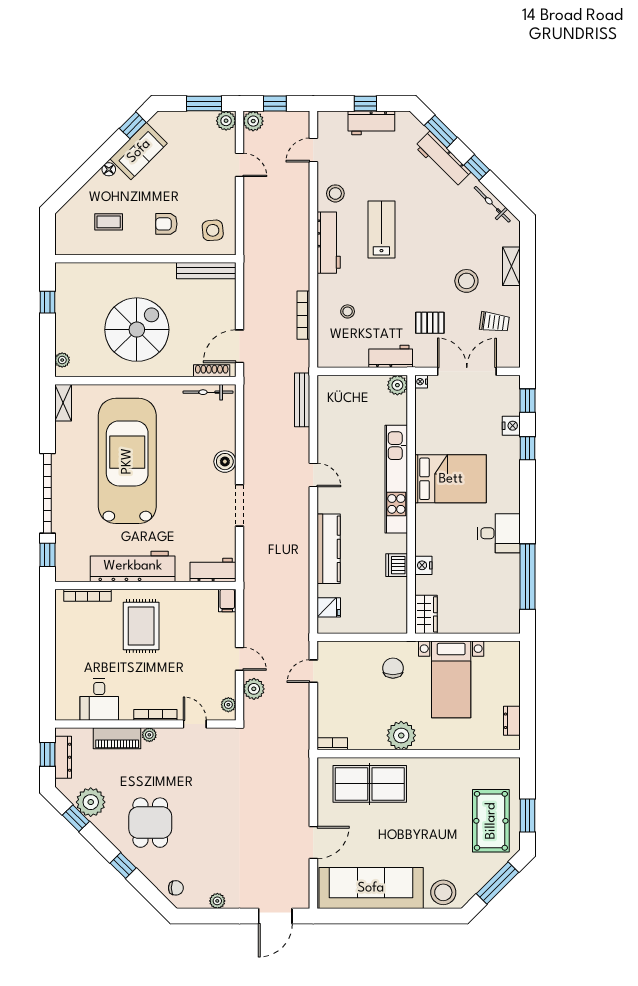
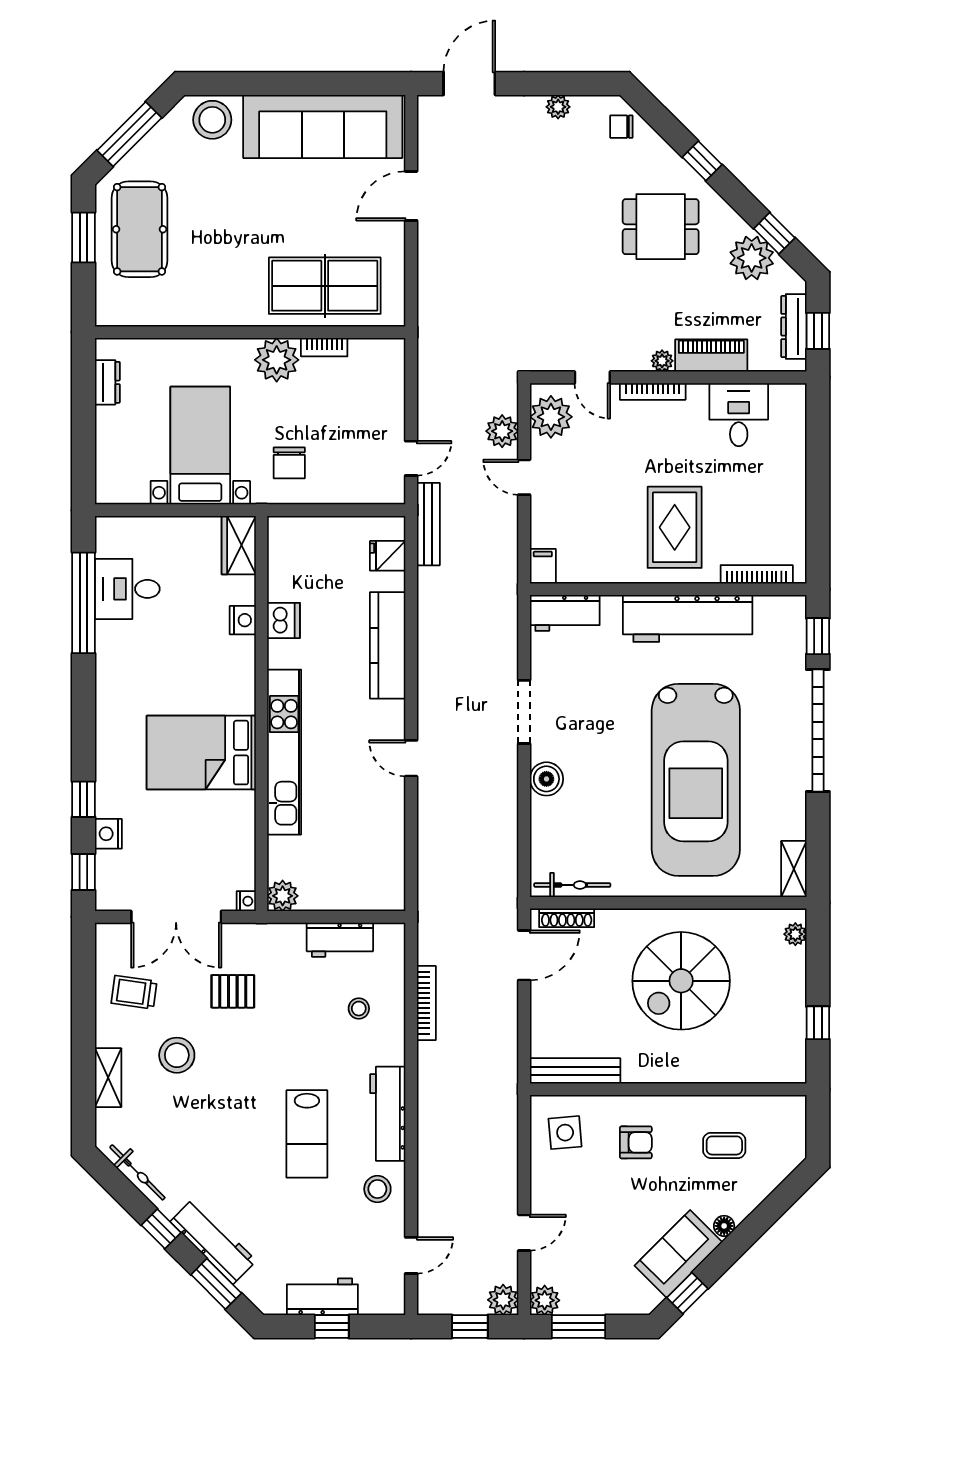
door: (239, 165) -> (524, 1233), swing flipped
workbench: (391, 356) -> (340, 940), moved
bench: (302, 400) -> (428, 524), moved
desk: (499, 533) -> (127, 589), moved
plant: (228, 705) -> (551, 417), width x1.88, depth x1.88
bookcase: (332, 744) -> (324, 347), moved
dining table: (150, 823) -> (661, 227), turned 90

